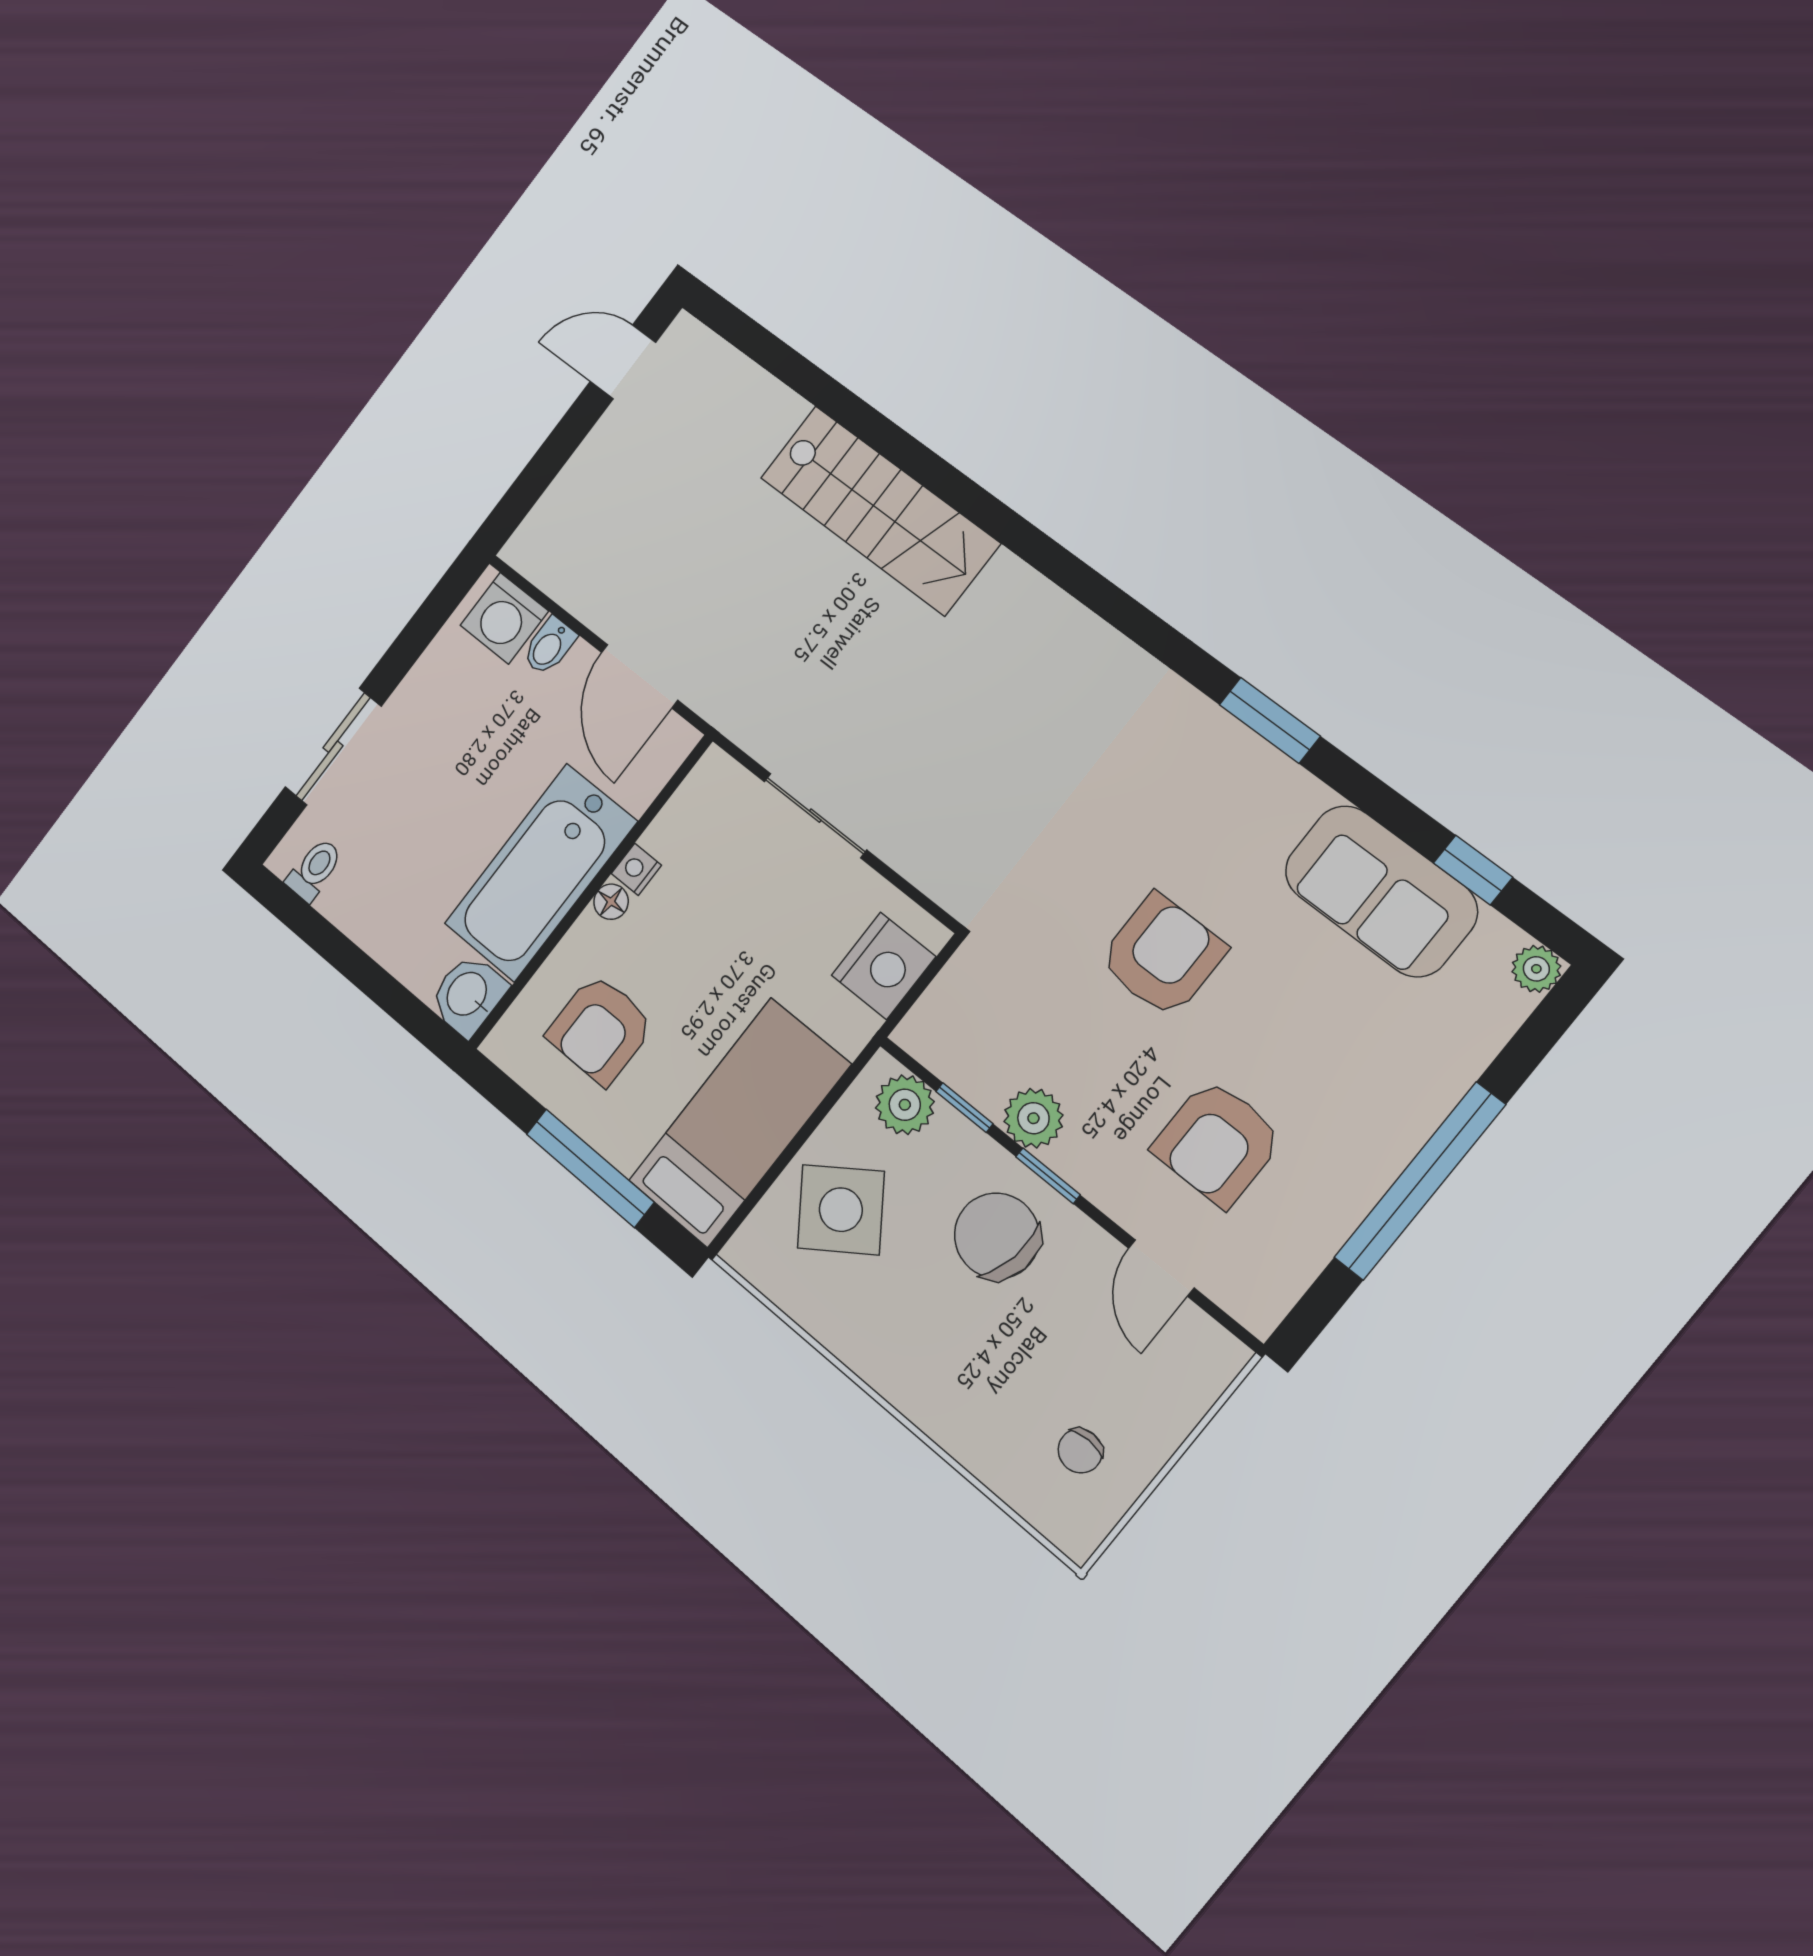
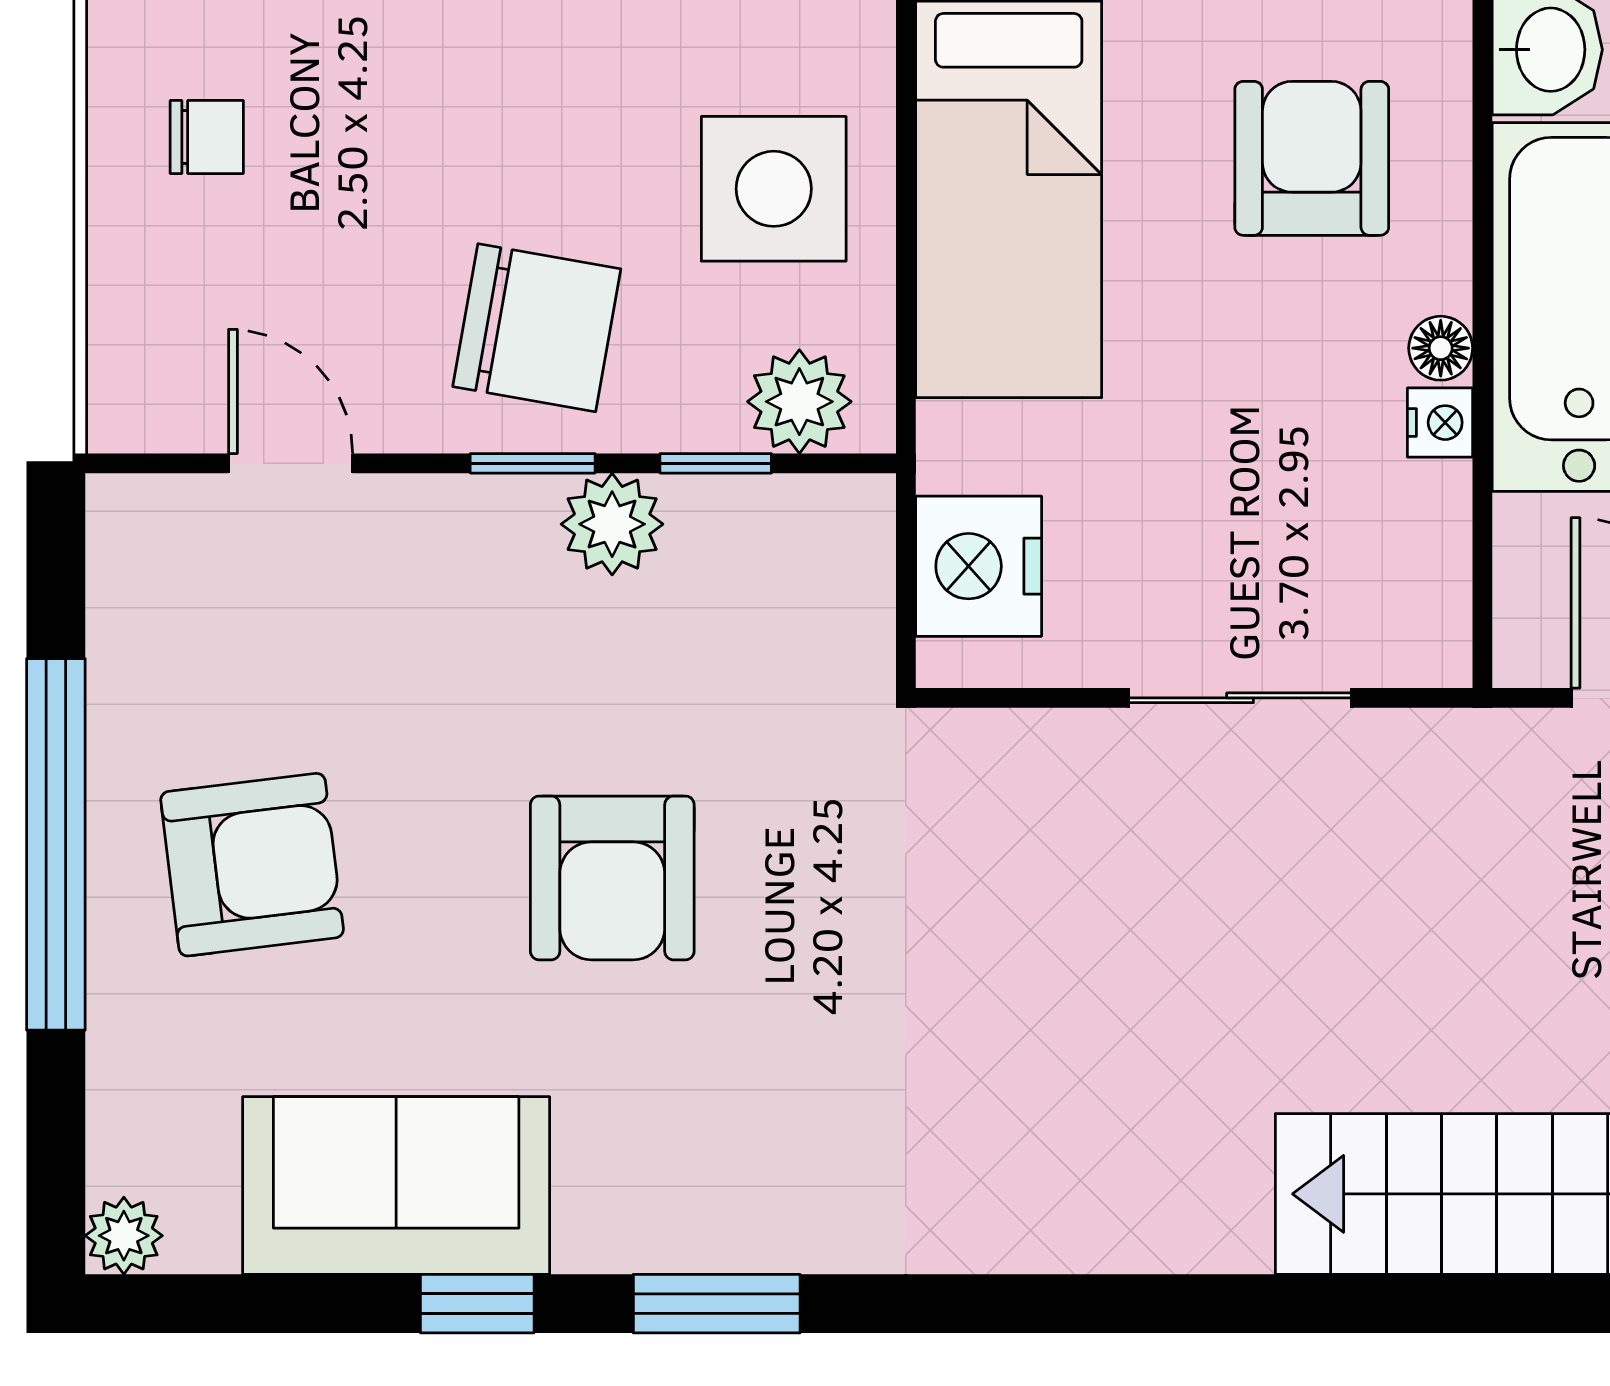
window: (1473, 870) -> (477, 1304), moved
armchair: (1218, 1143) -> (252, 865), moved, turned 83
side table: (841, 1210) -> (774, 189), turned 35
chair: (1080, 1451) -> (207, 137), turned 90

